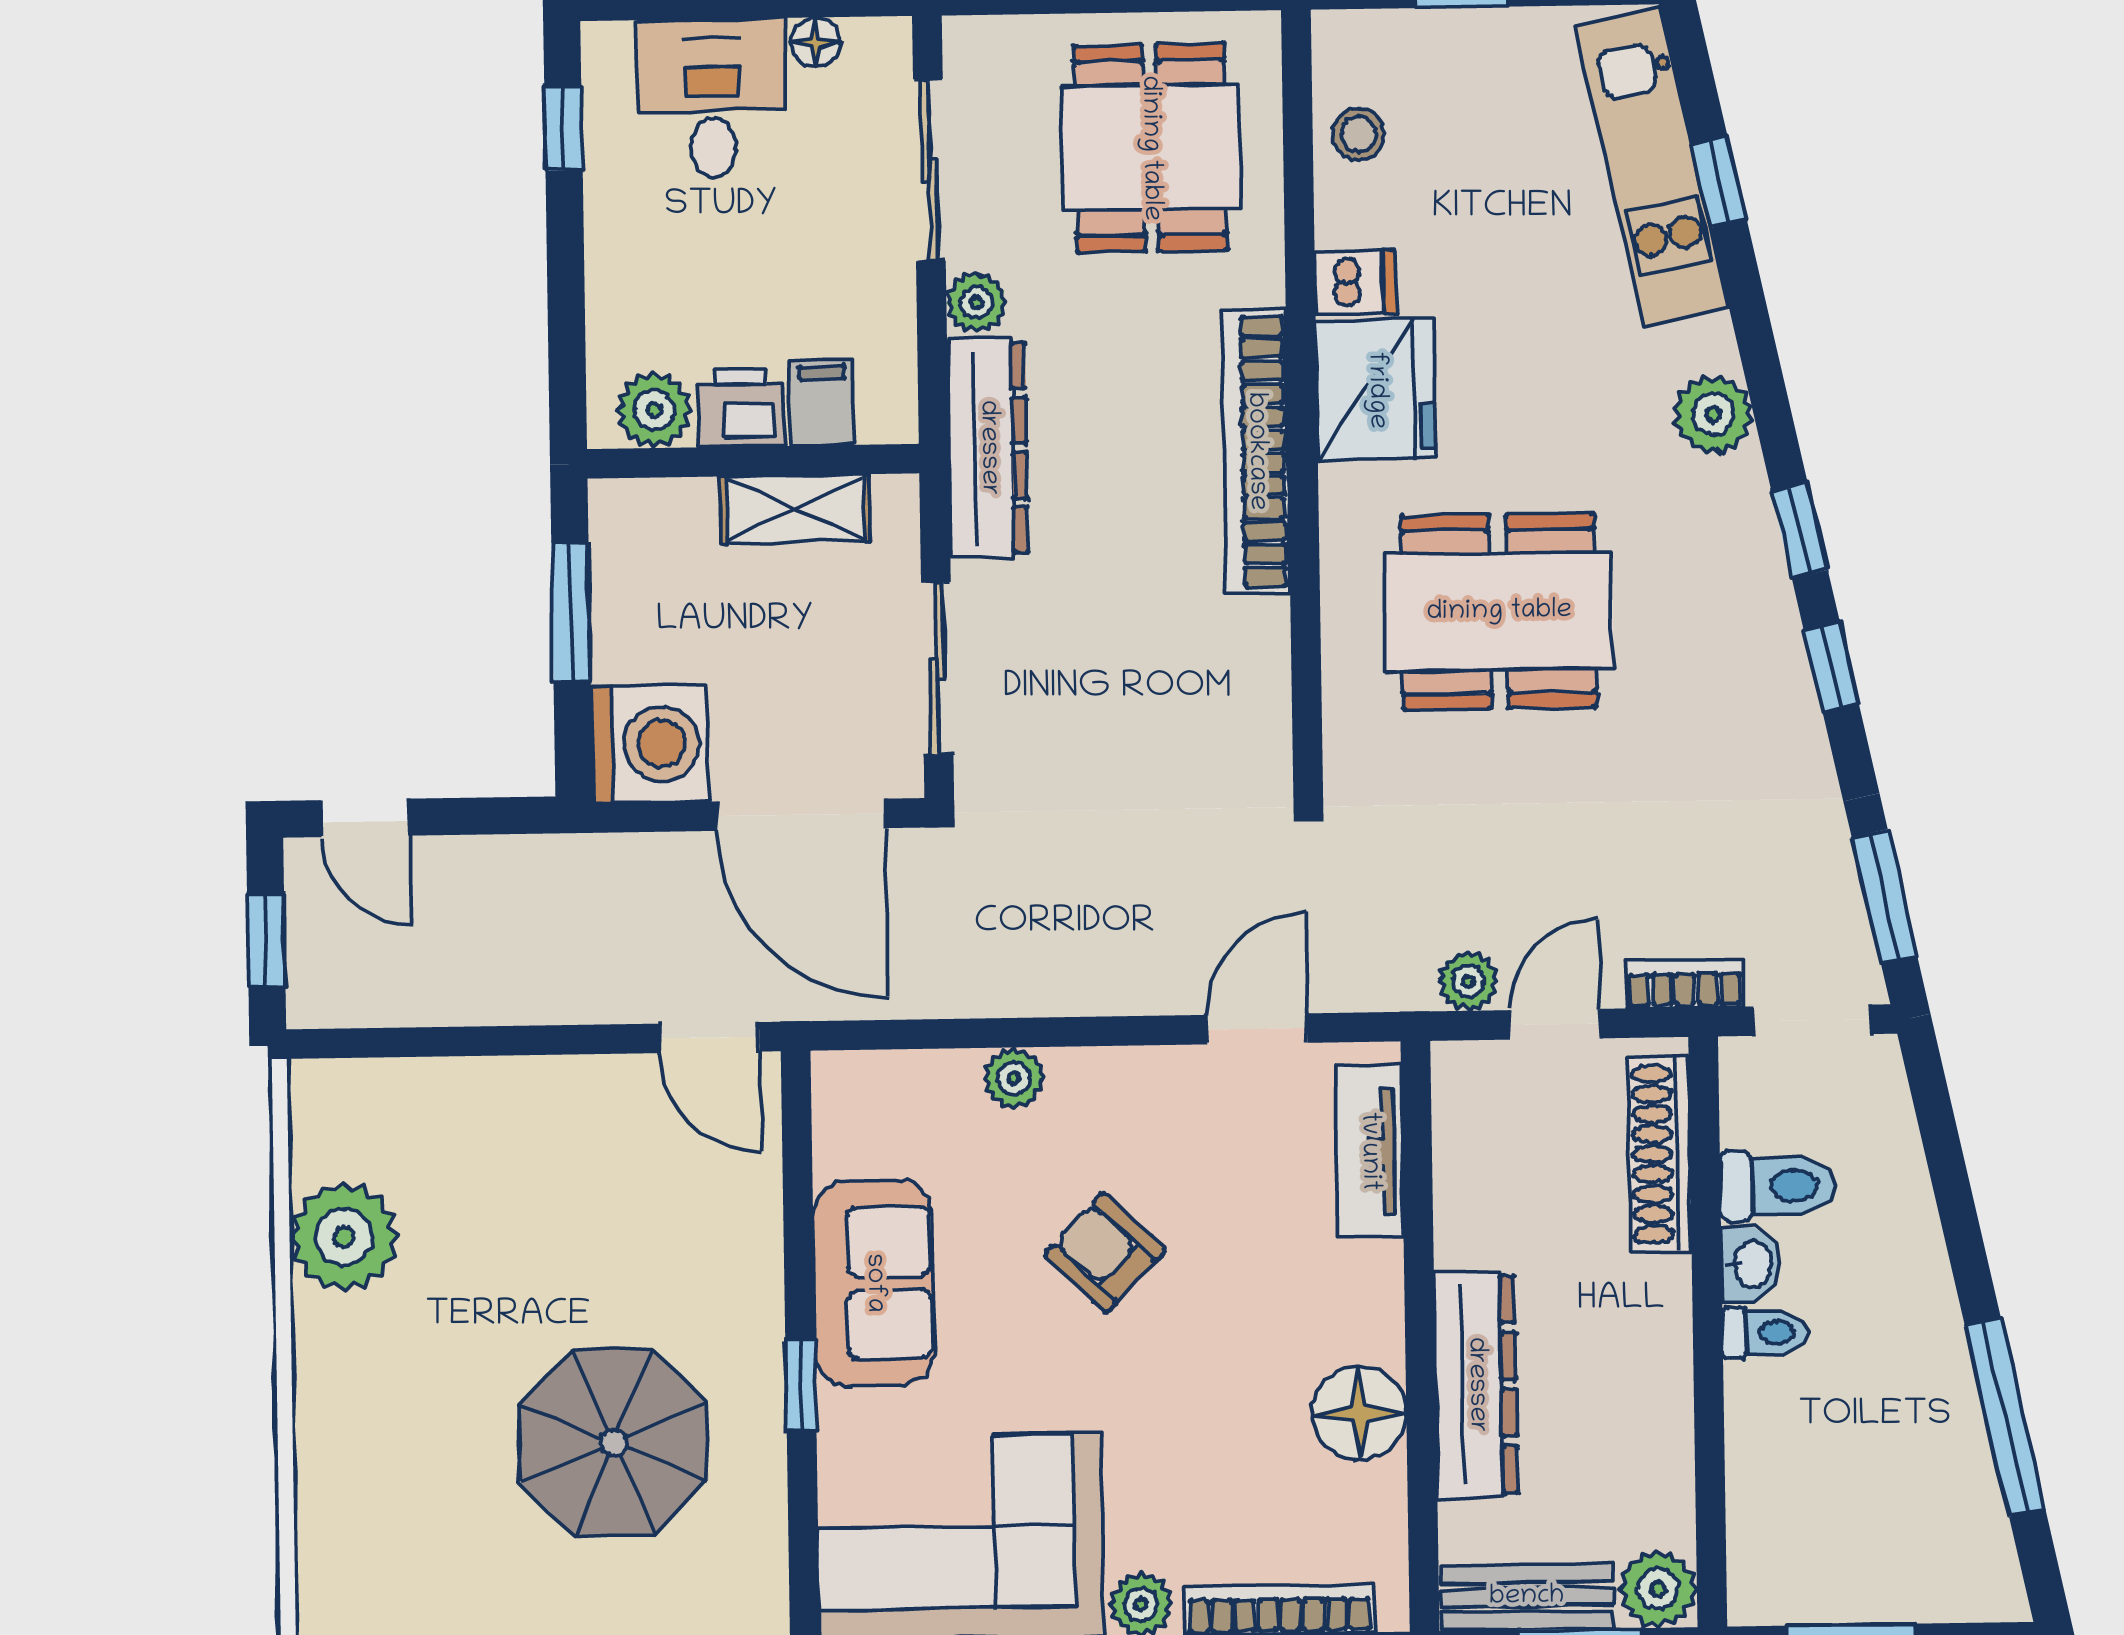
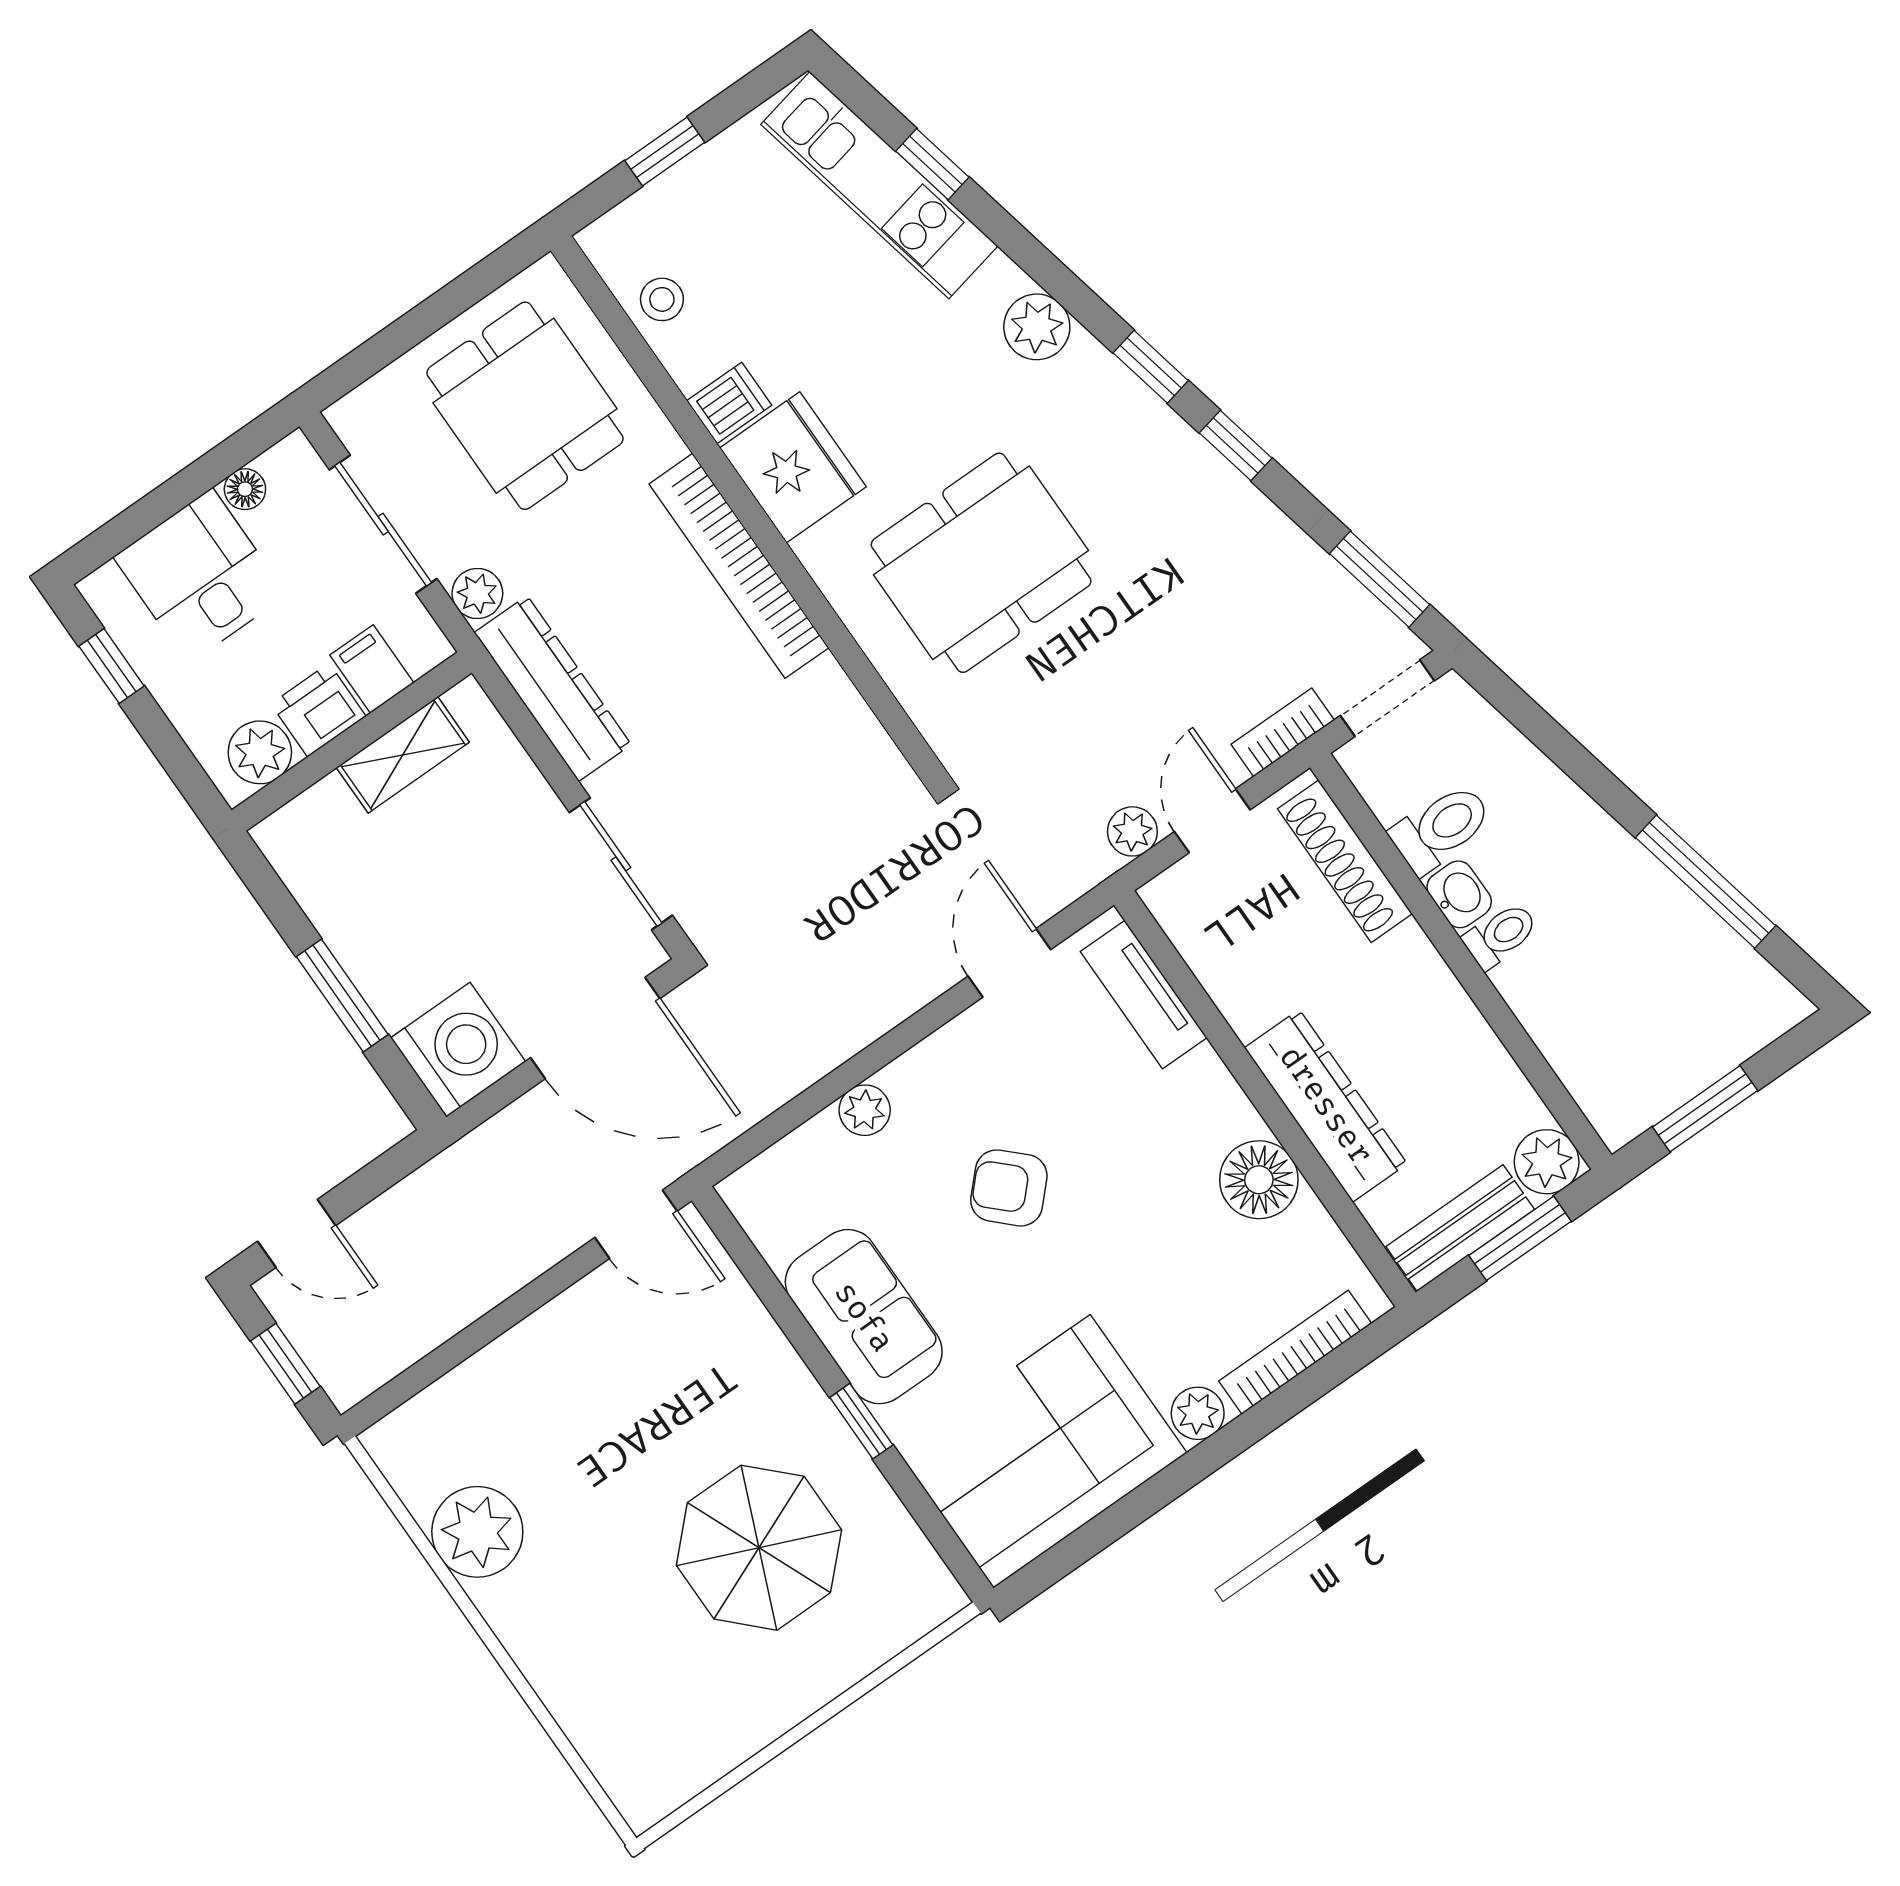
filing cabinet: (822, 403) -> (372, 669), moved
printer: (741, 408) -> (318, 710), moved
plant: (654, 410) -> (260, 752), moved
wall: (753, 461) -> (352, 742), moved
shelving: (795, 509) -> (403, 755), moved

